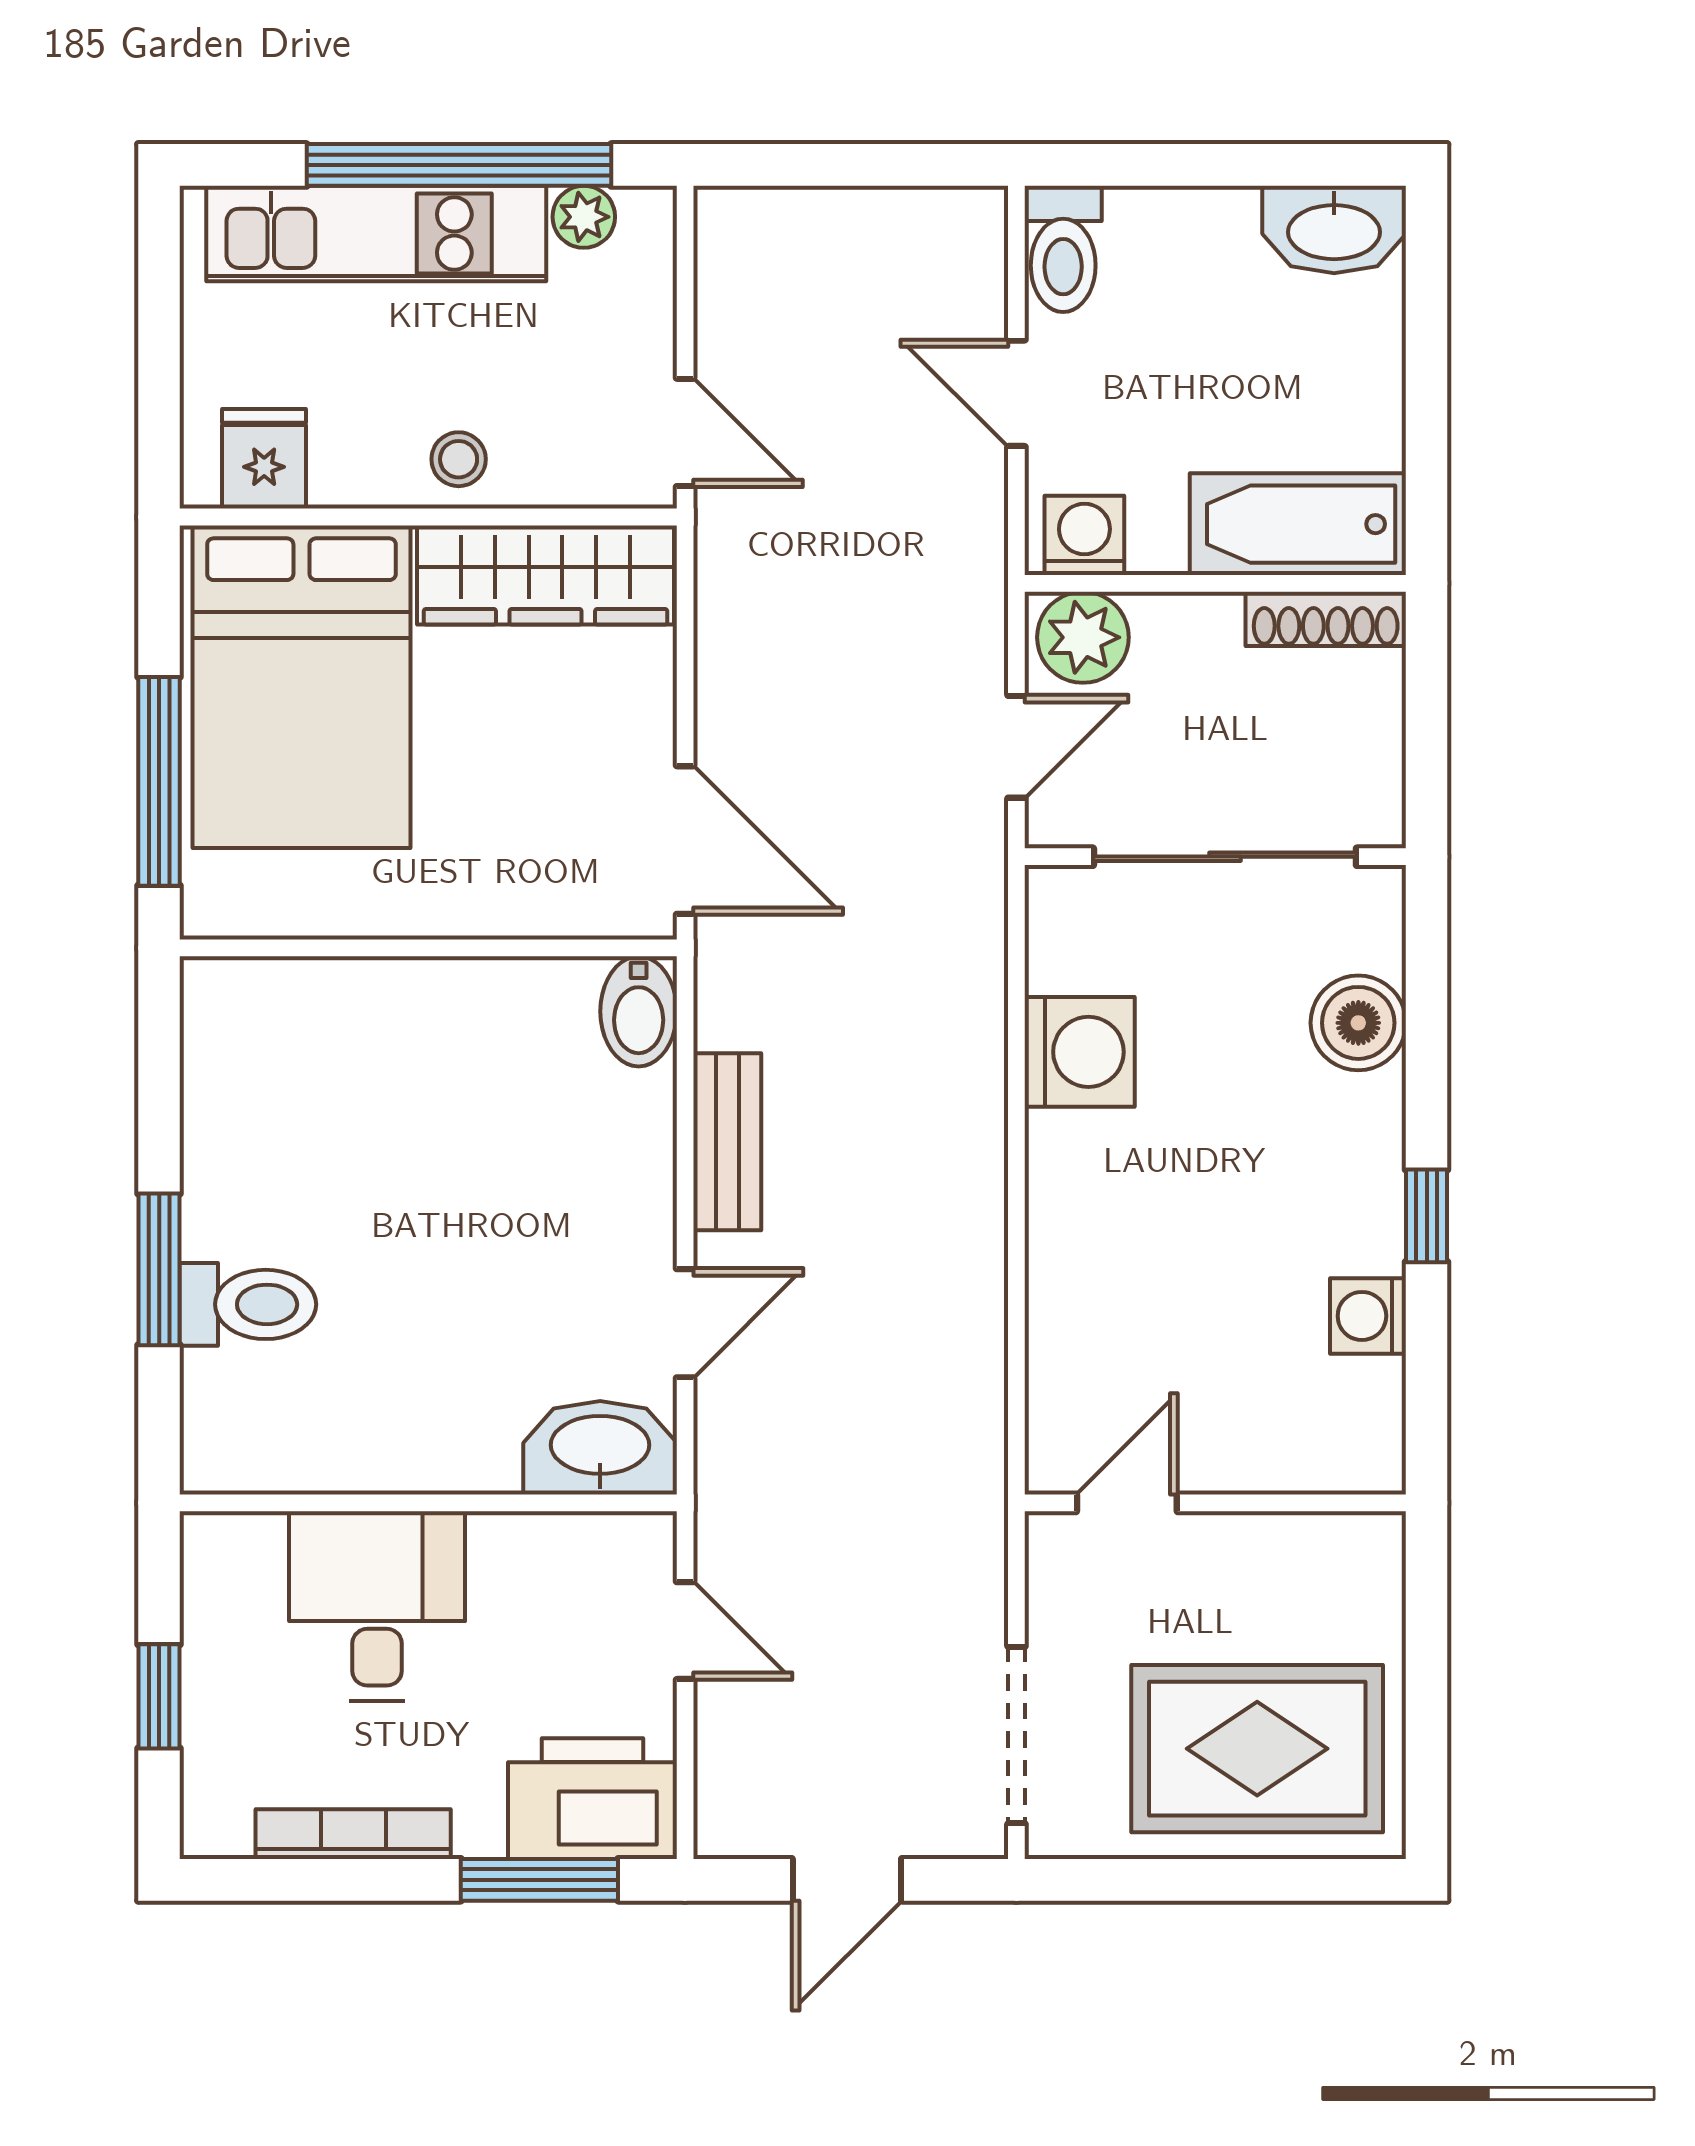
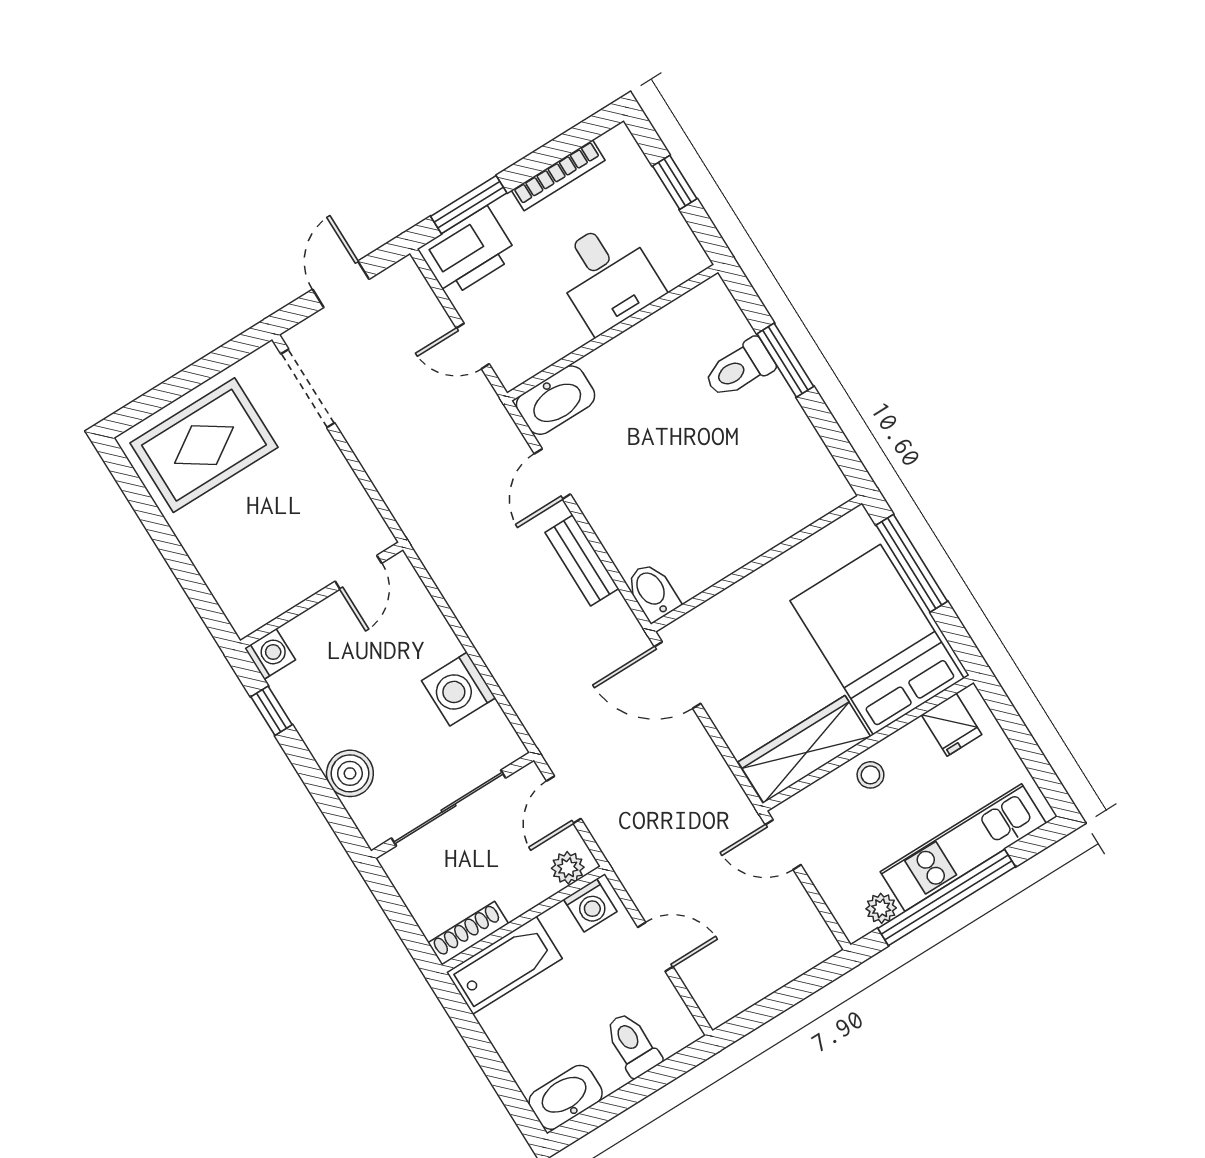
toilet: (1063, 249) -> (633, 1044), moved
plant: (1083, 637) -> (568, 868), width x0.73, depth x0.73
door: (1127, 1503) -> (358, 572), moved
wall: (1215, 1503) -> (322, 595), moved

